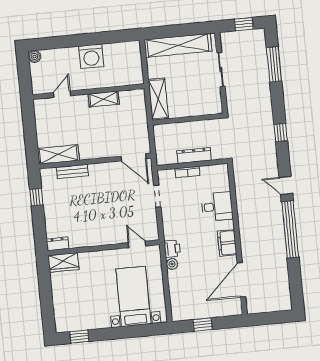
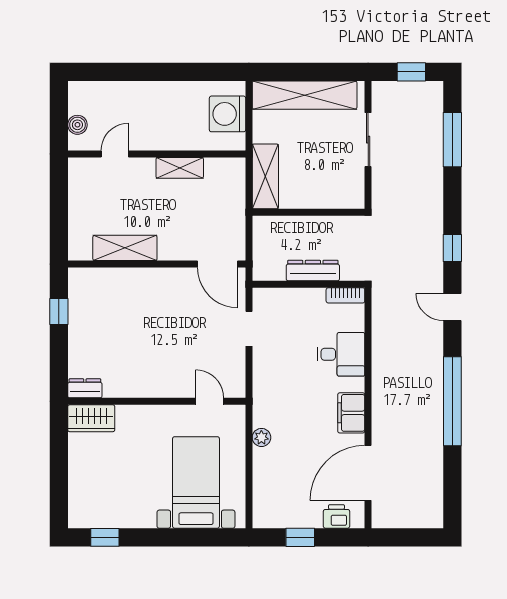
boiler: (34, 56) -> (77, 125), moved
washing machine: (91, 56) -> (228, 114), moved, turned 90
shelving: (58, 154) -> (125, 248), moved
bench: (72, 172) -> (119, 277), removed
bookcase: (187, 172) -> (345, 295), moved
door: (286, 185) -> (452, 307), moved
printer: (172, 249) -> (337, 516), moved, turned -90

